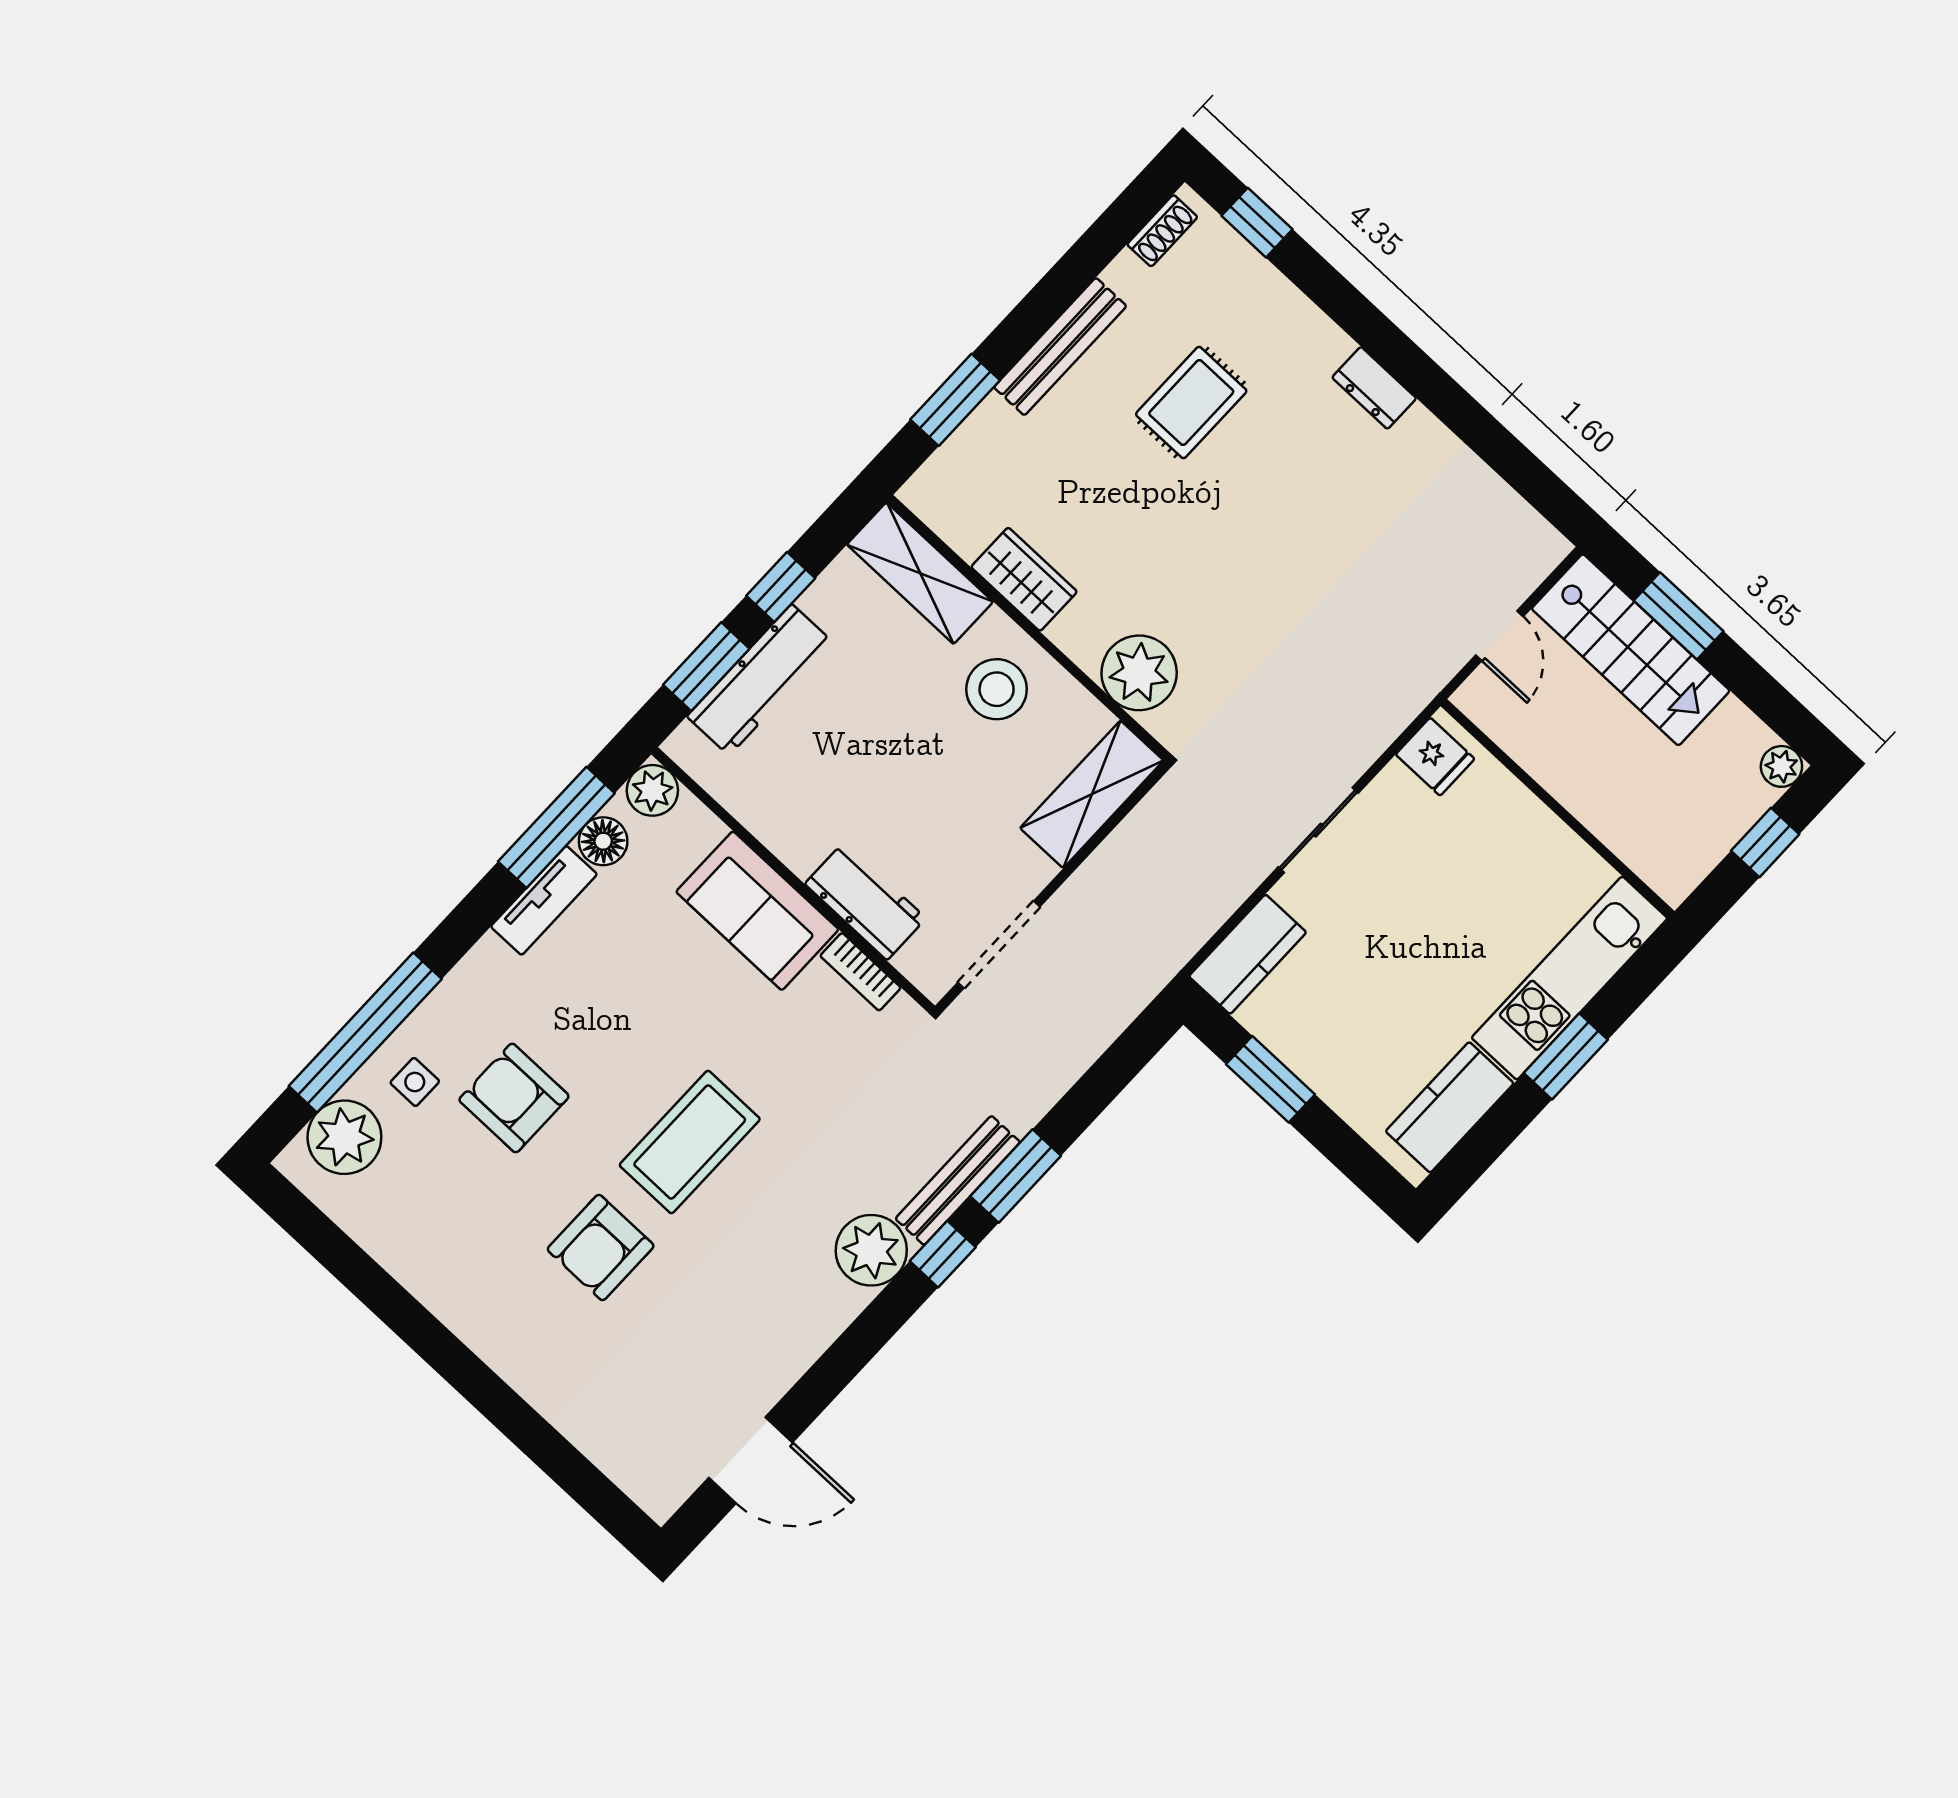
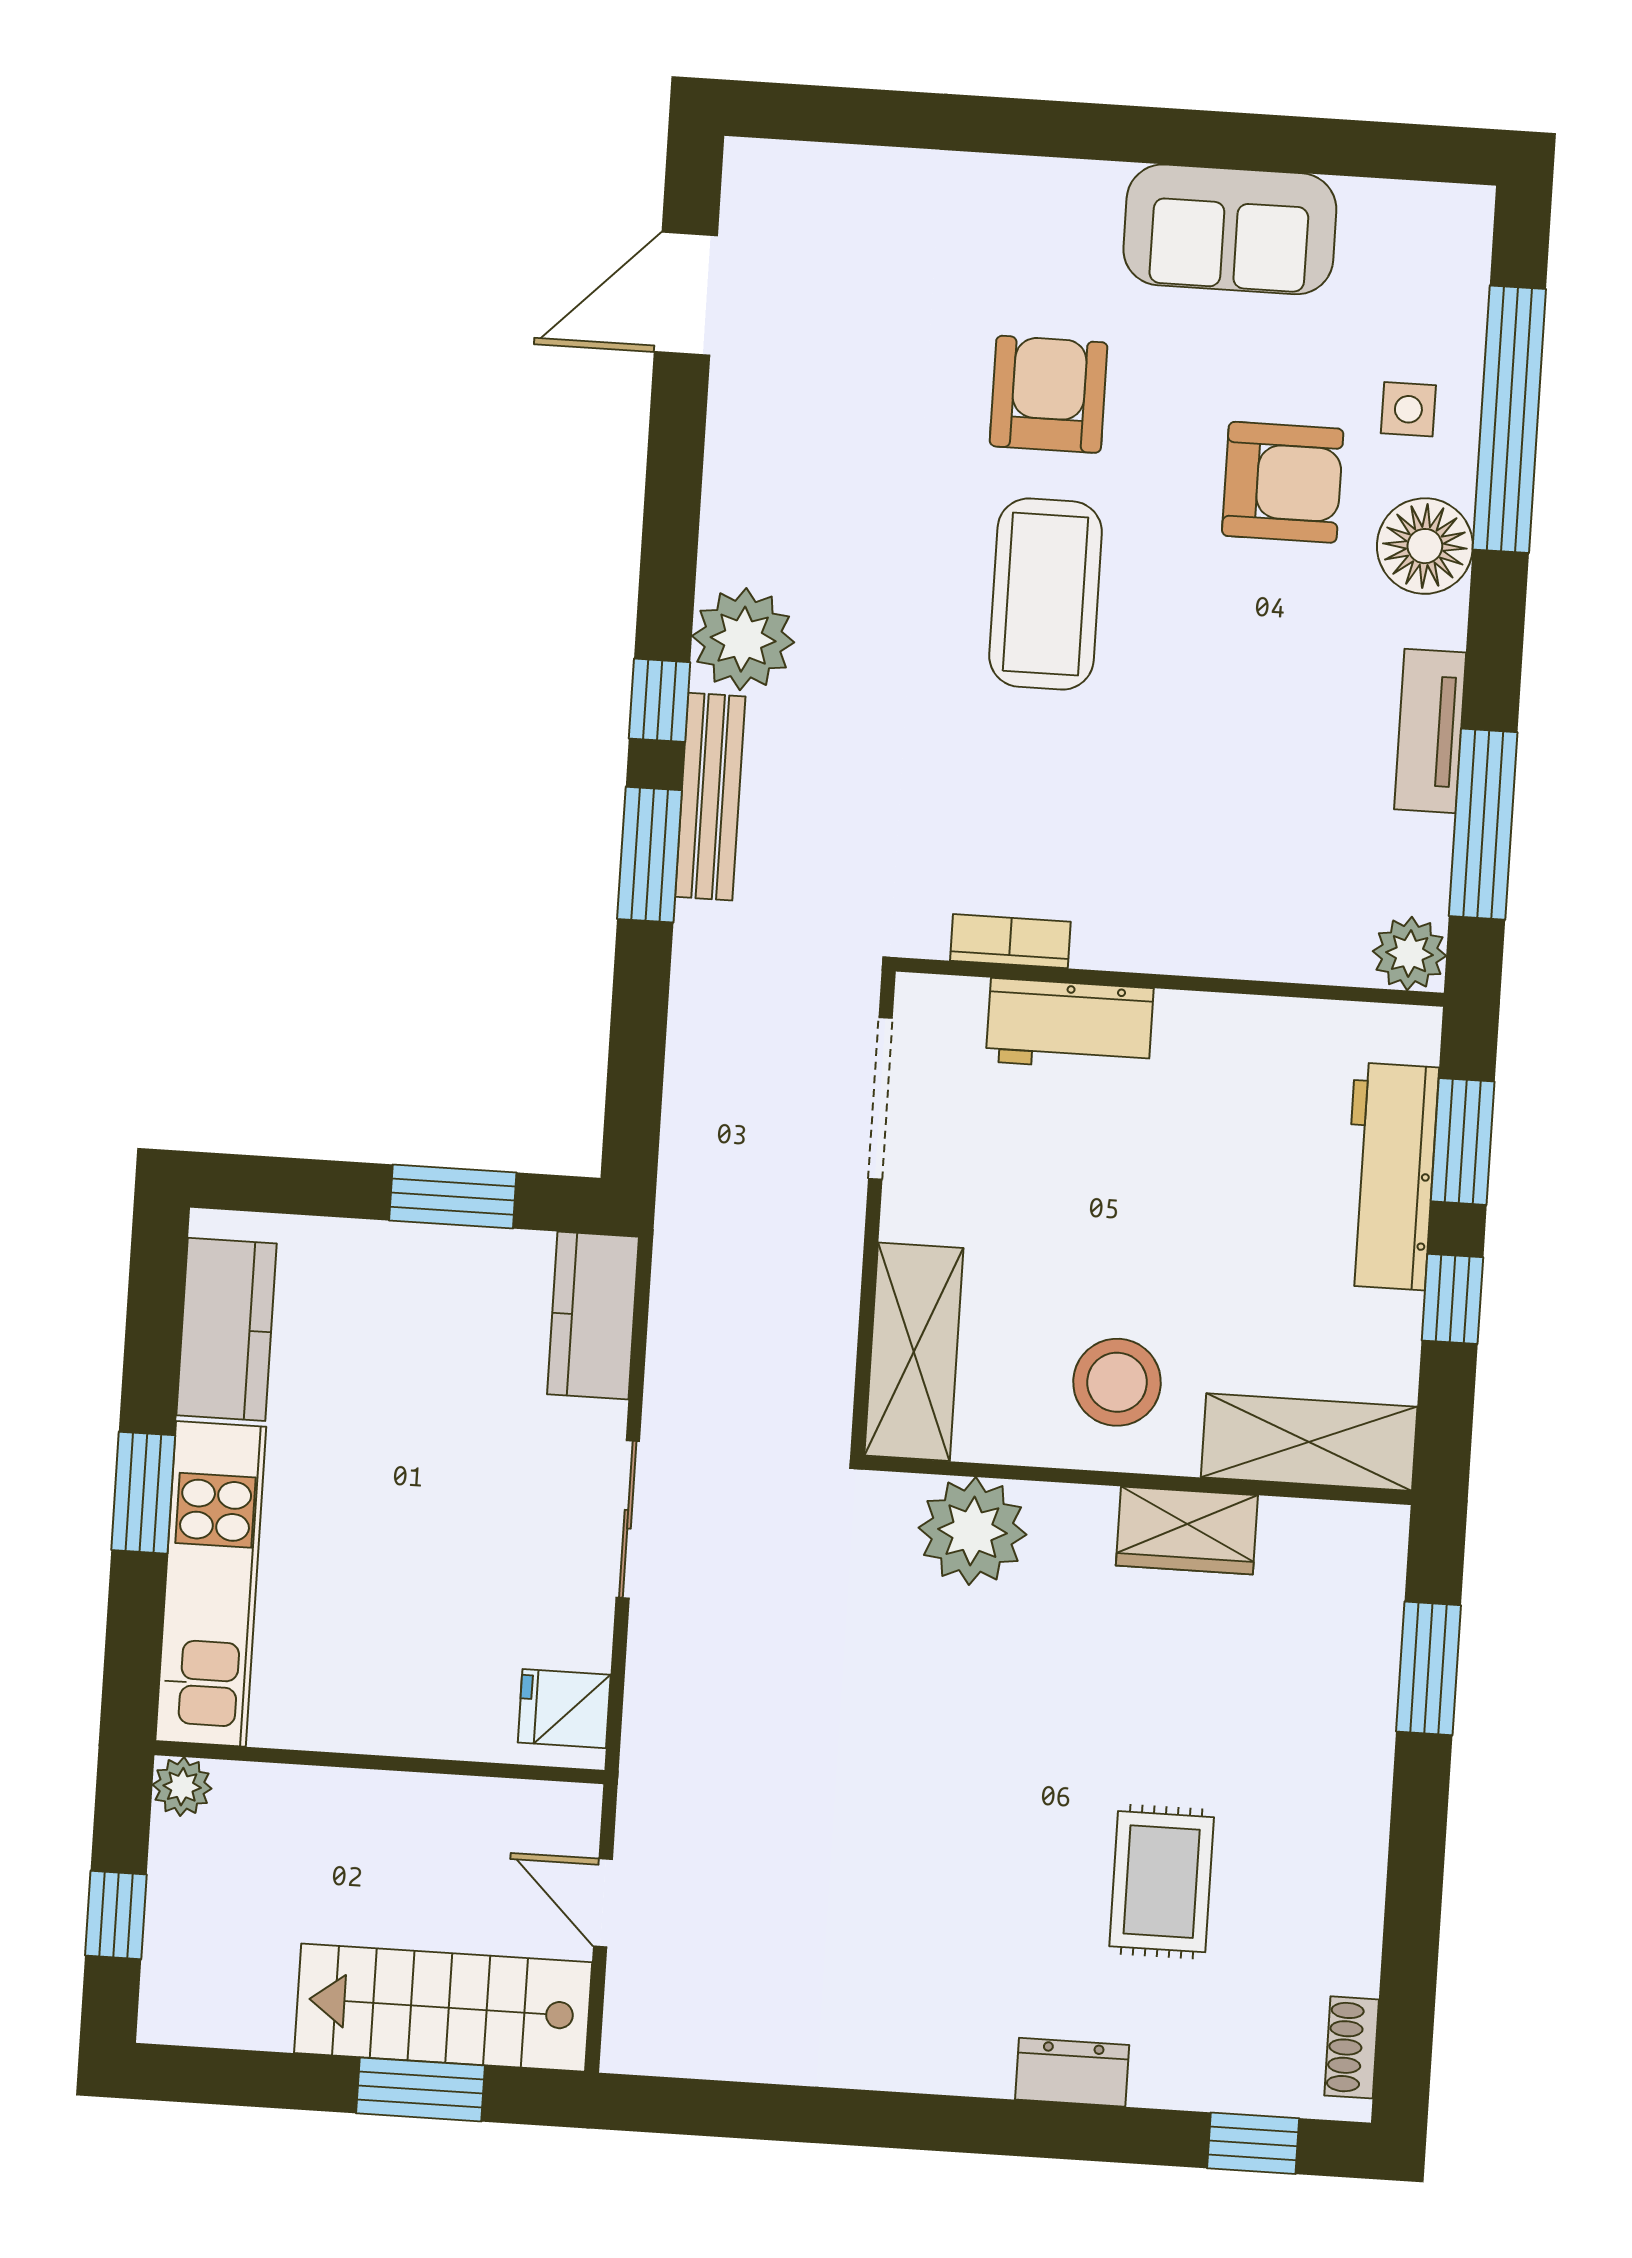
bench: (1060, 347) -> (1360, 1824), removed
dresser: (1374, 388) -> (1072, 2072), moved
plant: (1781, 766) -> (182, 1787), moved
floor lamp: (603, 841) -> (1425, 546), moved, width x1.38, depth x1.38
sofa: (757, 911) -> (1230, 229), moved, turned 180
plant: (344, 1137) -> (1437, 283), removed

